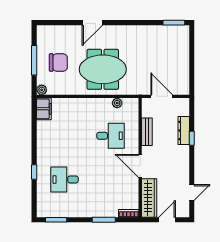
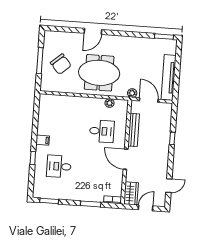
chair: (58, 63) -> (61, 64), turned 49
tv unit: (183, 69) -> (169, 77), added
plant: (42, 90) -> (132, 93), moved
filing cabinet: (44, 109) -> (43, 140), moved, width x0.50
dresser: (184, 130) -> (166, 131), removed
bench: (147, 132) -> (134, 130), width x1.36
wardrobe: (149, 198) -> (131, 193), width x0.67

